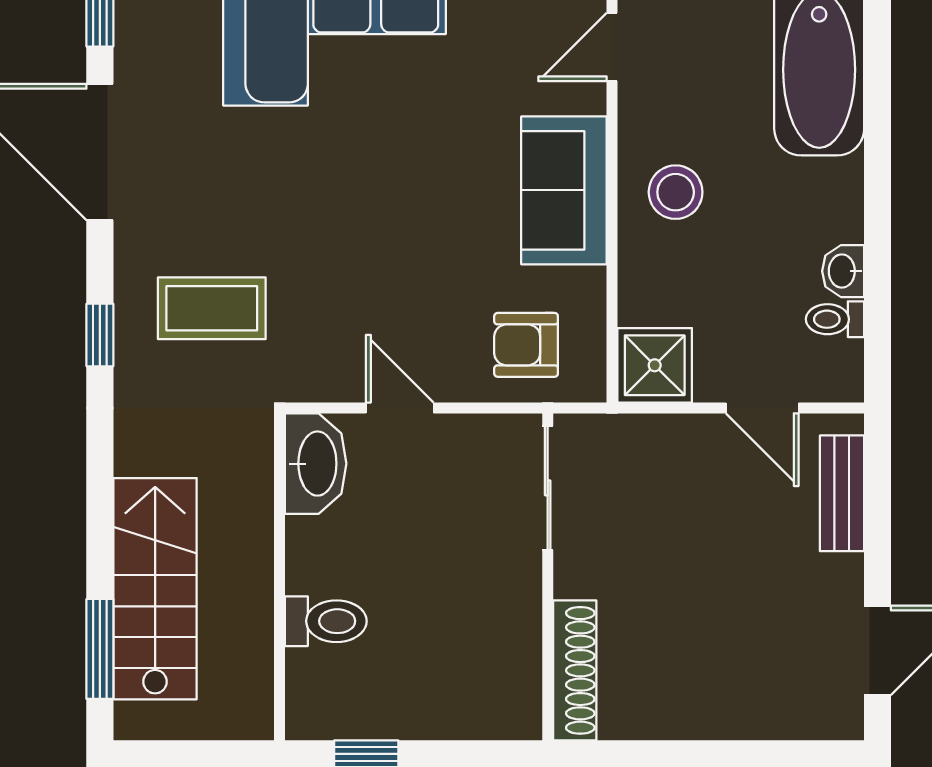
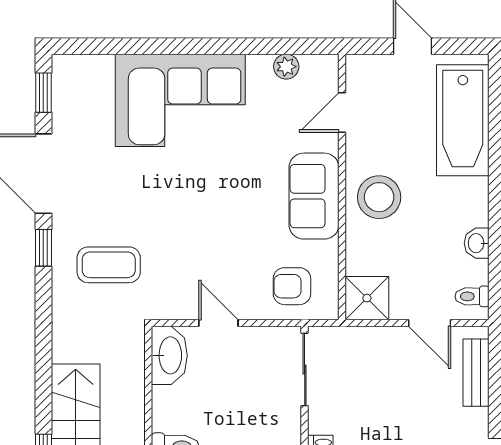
stool: (676, 192) -> (379, 197), width x1.38, depth x1.38
toilet: (835, 319) -> (472, 296), moved
window: (100, 335) -> (43, 248), moved

